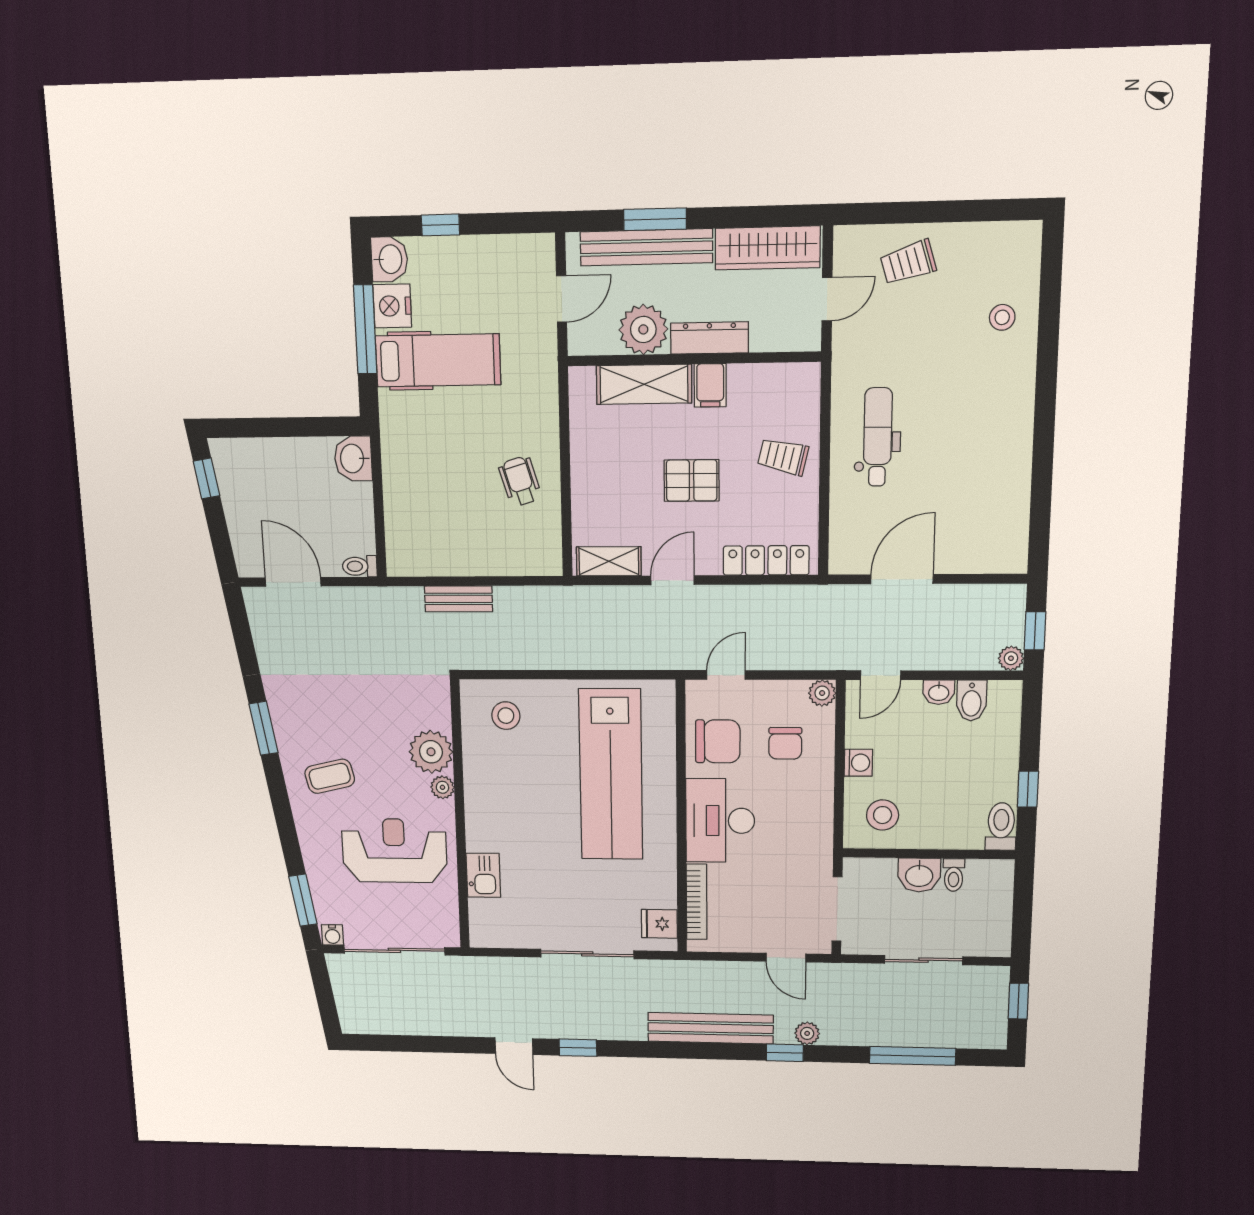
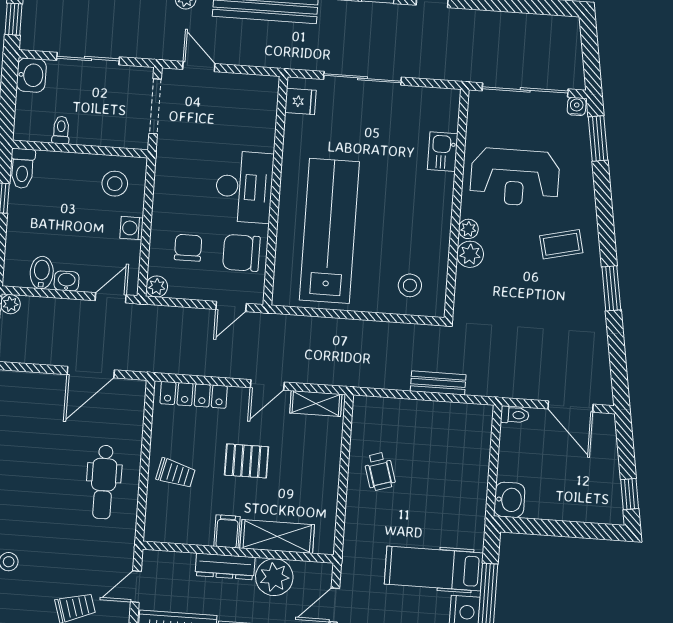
plant: (431, 752) -> (470, 254), width x0.73, depth x0.73
washbasin: (919, 875) -> (31, 75), moved, turned 90
bookcase: (697, 902) -> (269, 119), removed

